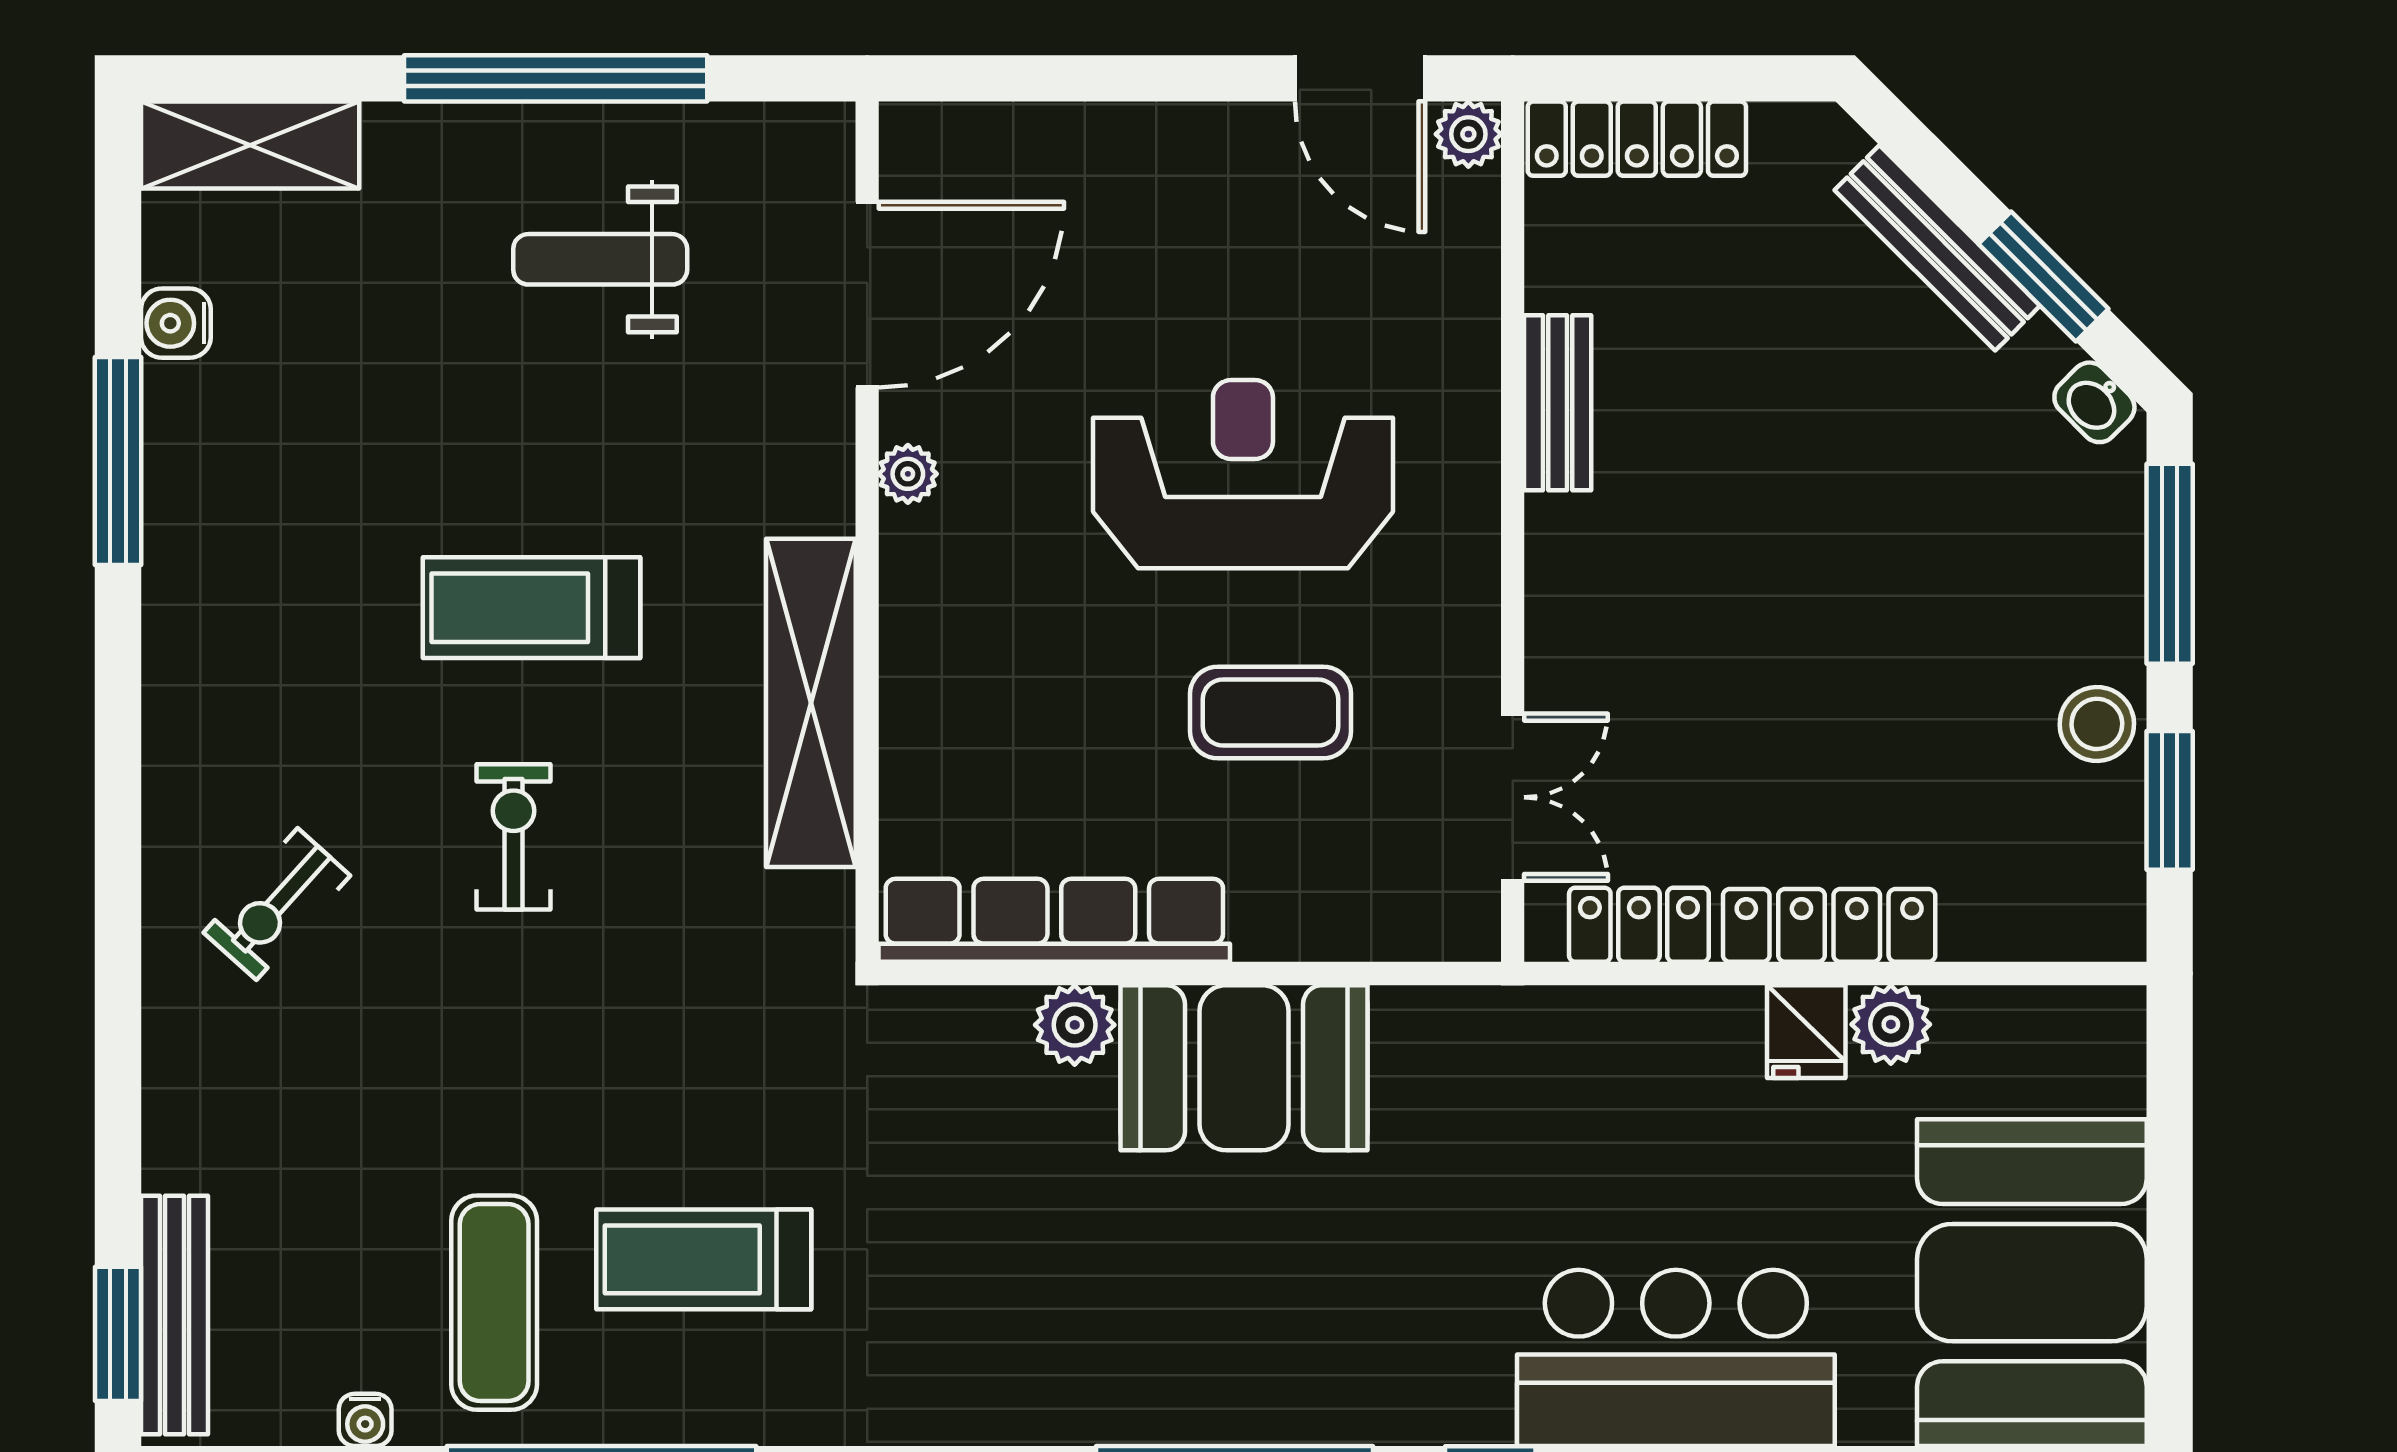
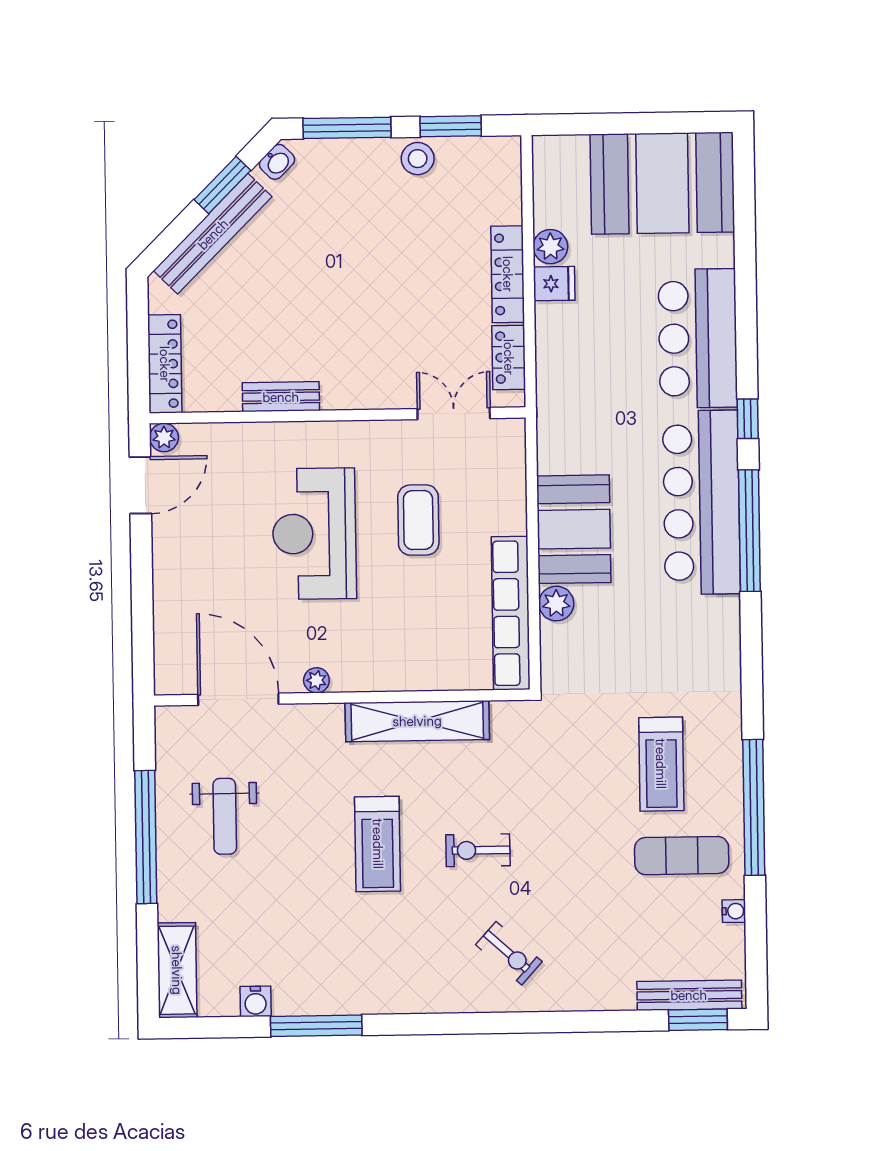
bench: (1937, 248) -> (213, 234), width x1.37, depth x1.21
bar counter: (1301, 1360) -> (701, 502), added

